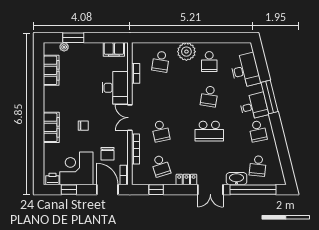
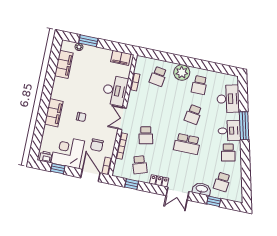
window: (253, 190) -> (214, 201), width x0.32

